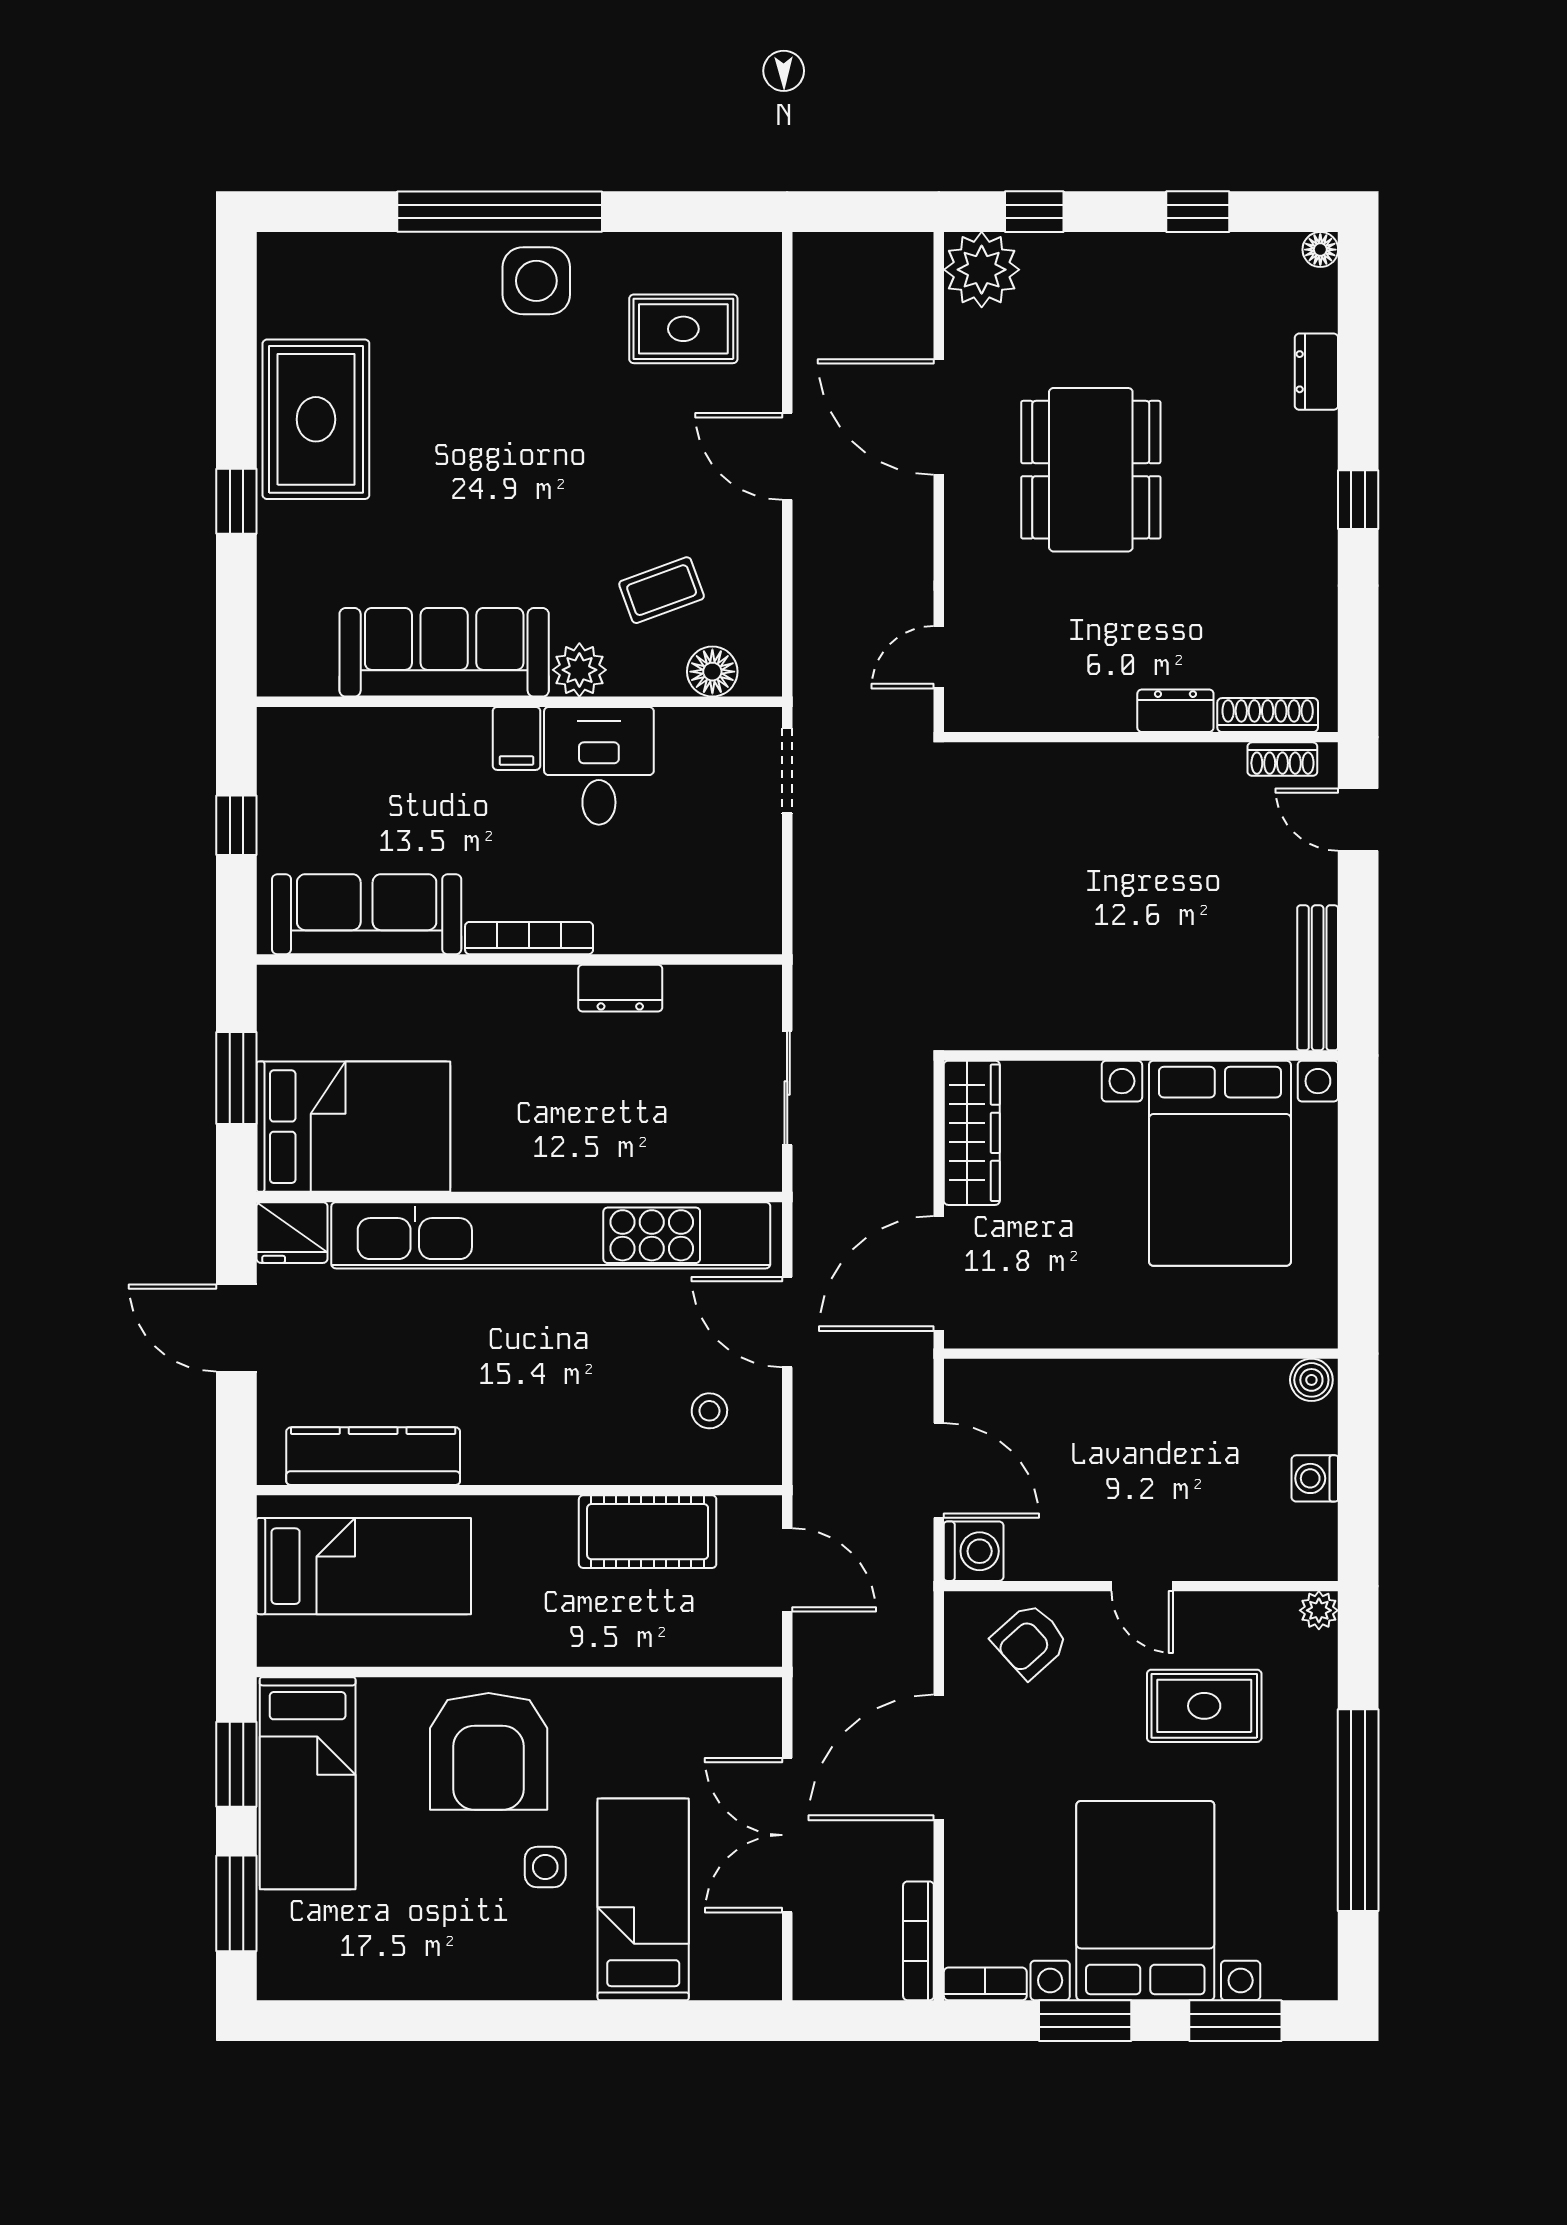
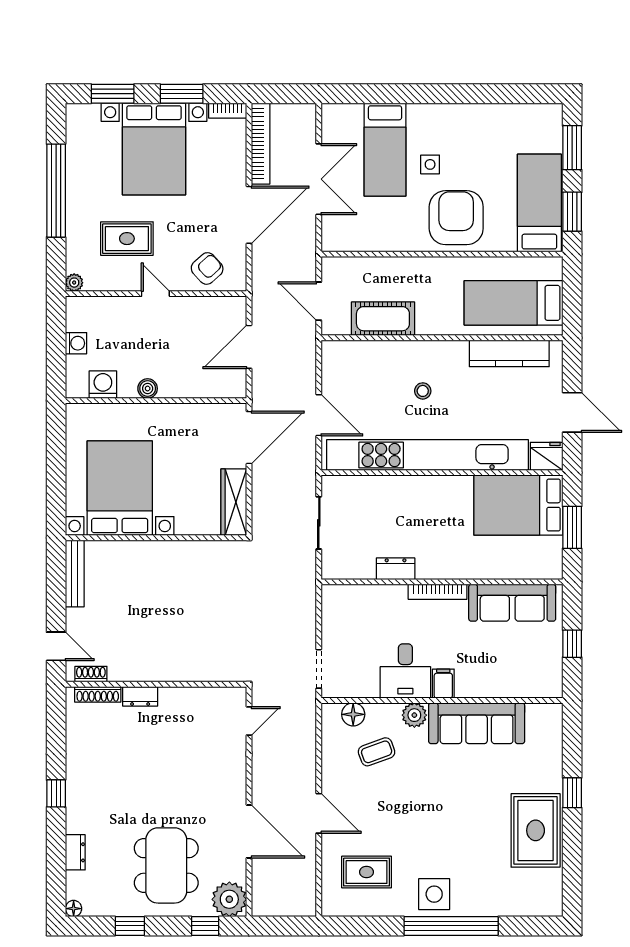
dining table: (1091, 470) -> (166, 865), moved
boiler: (1311, 1380) -> (148, 389), moved
stool: (709, 1411) -> (423, 391), moved
door: (939, 1470) -> (249, 347), hinge flipped
washing machine: (974, 1551) -> (103, 385), moved, turned 90
bookcase: (918, 1941) -> (261, 144), width x1.48, depth x1.31

